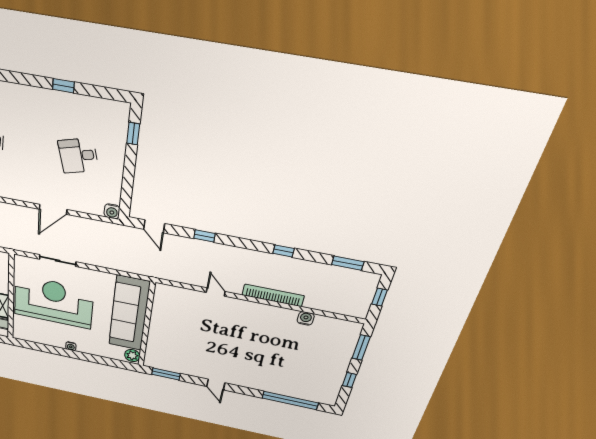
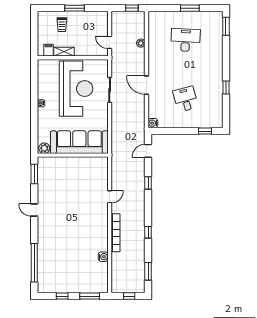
door: (216, 385) -> (34, 210), hinge flipped

